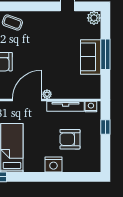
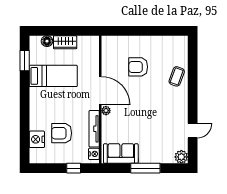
sofa: (91, 57) -> (121, 154), moved
armchair: (70, 139) -> (62, 133), turned -90
nightstand: (53, 164) -> (37, 139), moved

